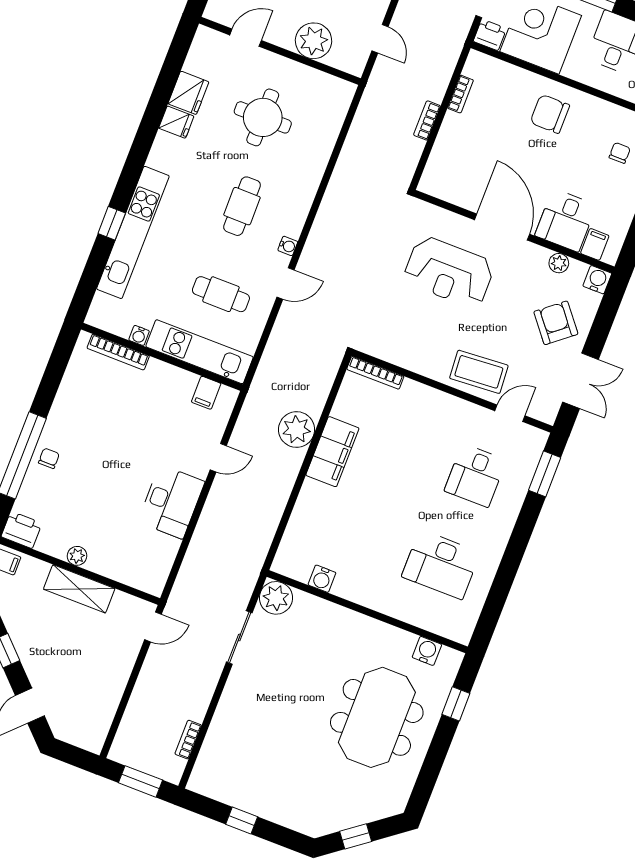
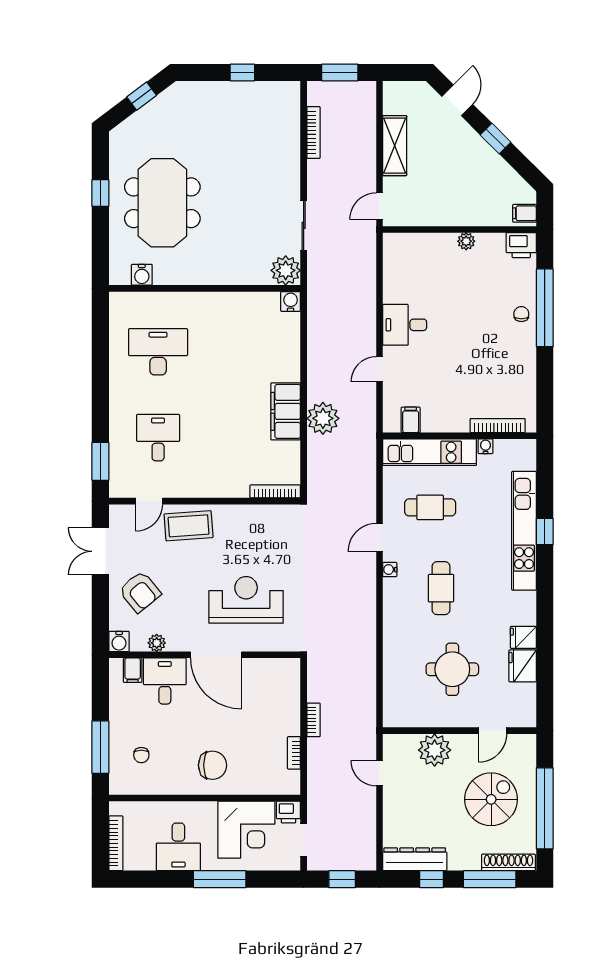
chair: (49, 458) -> (521, 314), turned 180
desk: (171, 502) -> (405, 325), width x0.73
water cooler: (322, 579) -> (291, 301), moved
shelving: (79, 589) -> (395, 146), moved, turned 90
window: (456, 704) -> (100, 193), moved
bookcase: (188, 740) -> (313, 132), width x1.56

